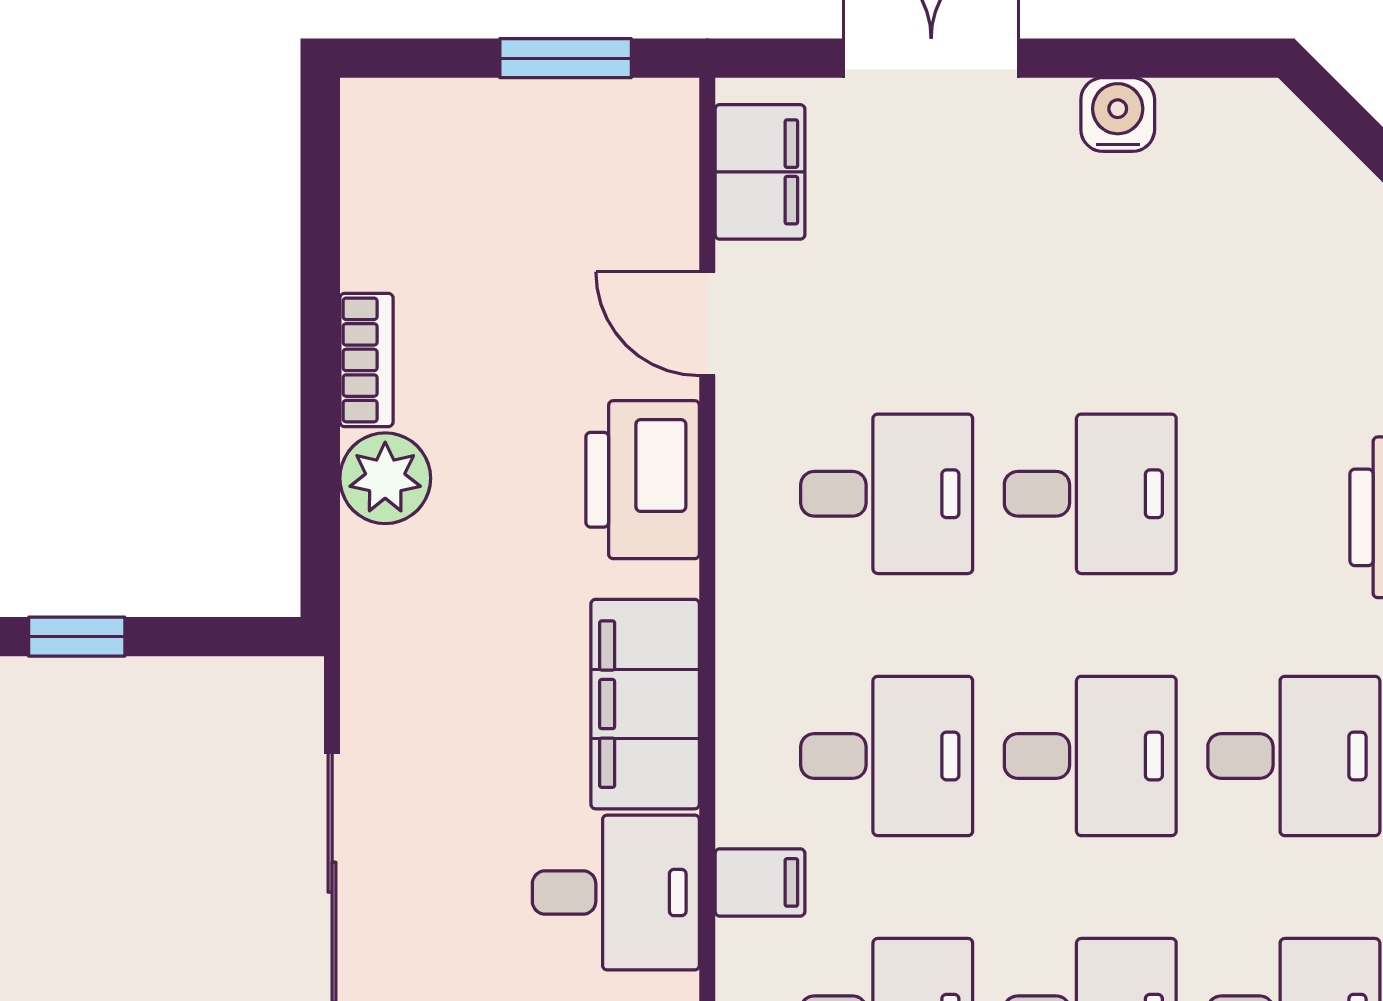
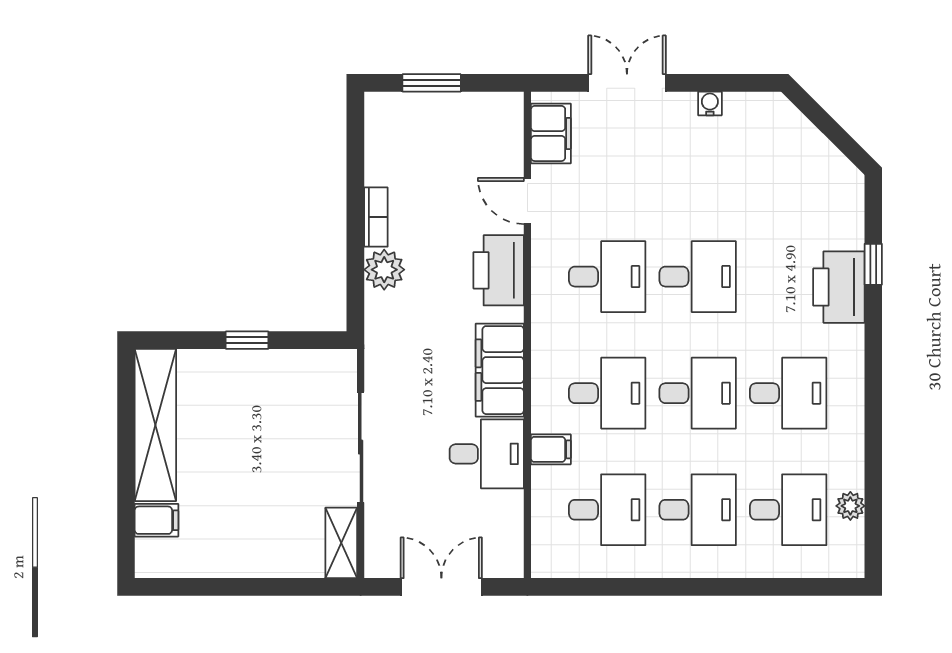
window: (566, 58) -> (432, 83), moved
water cooler: (1118, 115) -> (710, 103), width x0.72, depth x0.72

